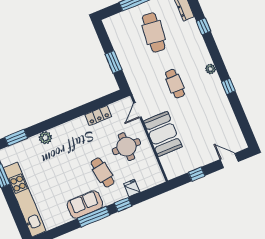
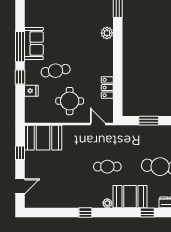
booth: (195, 50) -> (130, 197), added
booth: (163, 134) -> (43, 138), moved

